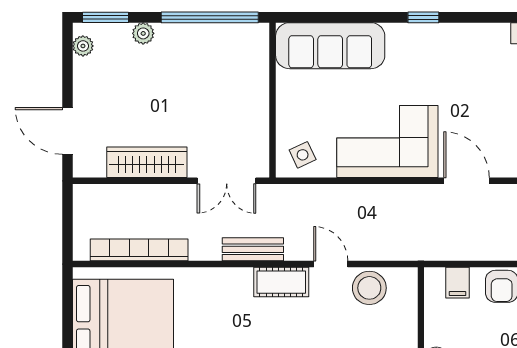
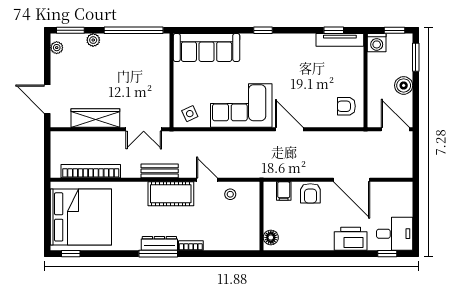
cot: (281, 282) -> (171, 194), width x1.37, depth x1.34
stool: (369, 288) -> (230, 194), width x0.53, depth x0.53

